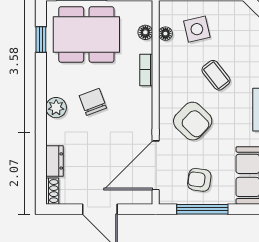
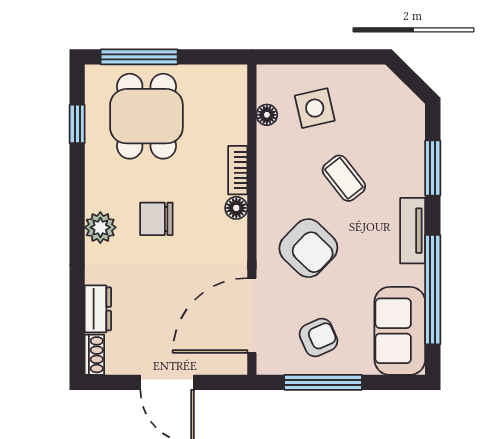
floor lamp: (145, 32) -> (236, 208), moved
dining table: (86, 34) -> (146, 116), width x0.73
chair: (93, 102) -> (156, 219), turned -69
armchair: (199, 180) -> (318, 338), turned 148

